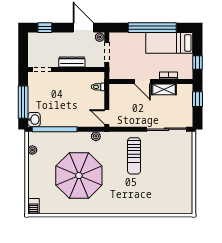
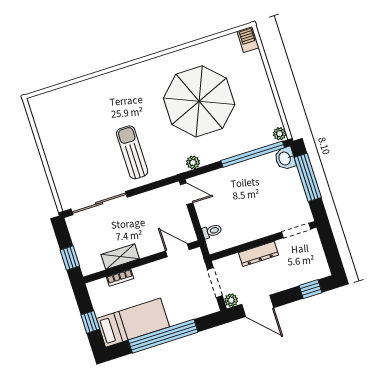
window: (198, 63) -> (90, 322), moved
door: (142, 81) -> (177, 250), moved
plant: (32, 150) -> (280, 134), moved

